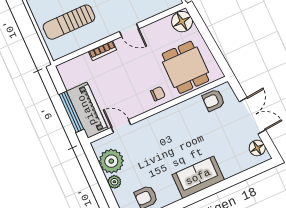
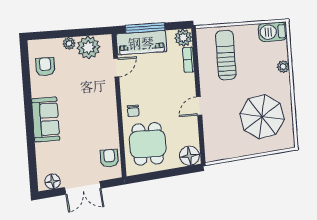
bookcase: (102, 51) -> (188, 60), moved
dining table: (185, 67) -> (148, 144), turned 90
plant: (67, 71) -> (183, 38), added

